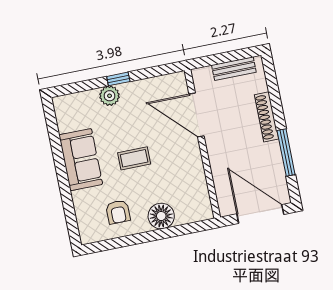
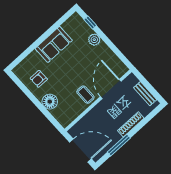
window: (118, 79) -> (90, 23), moved
coffee table: (134, 158) -> (85, 95), moved
door: (260, 214) -> (80, 150), hinge flipped

